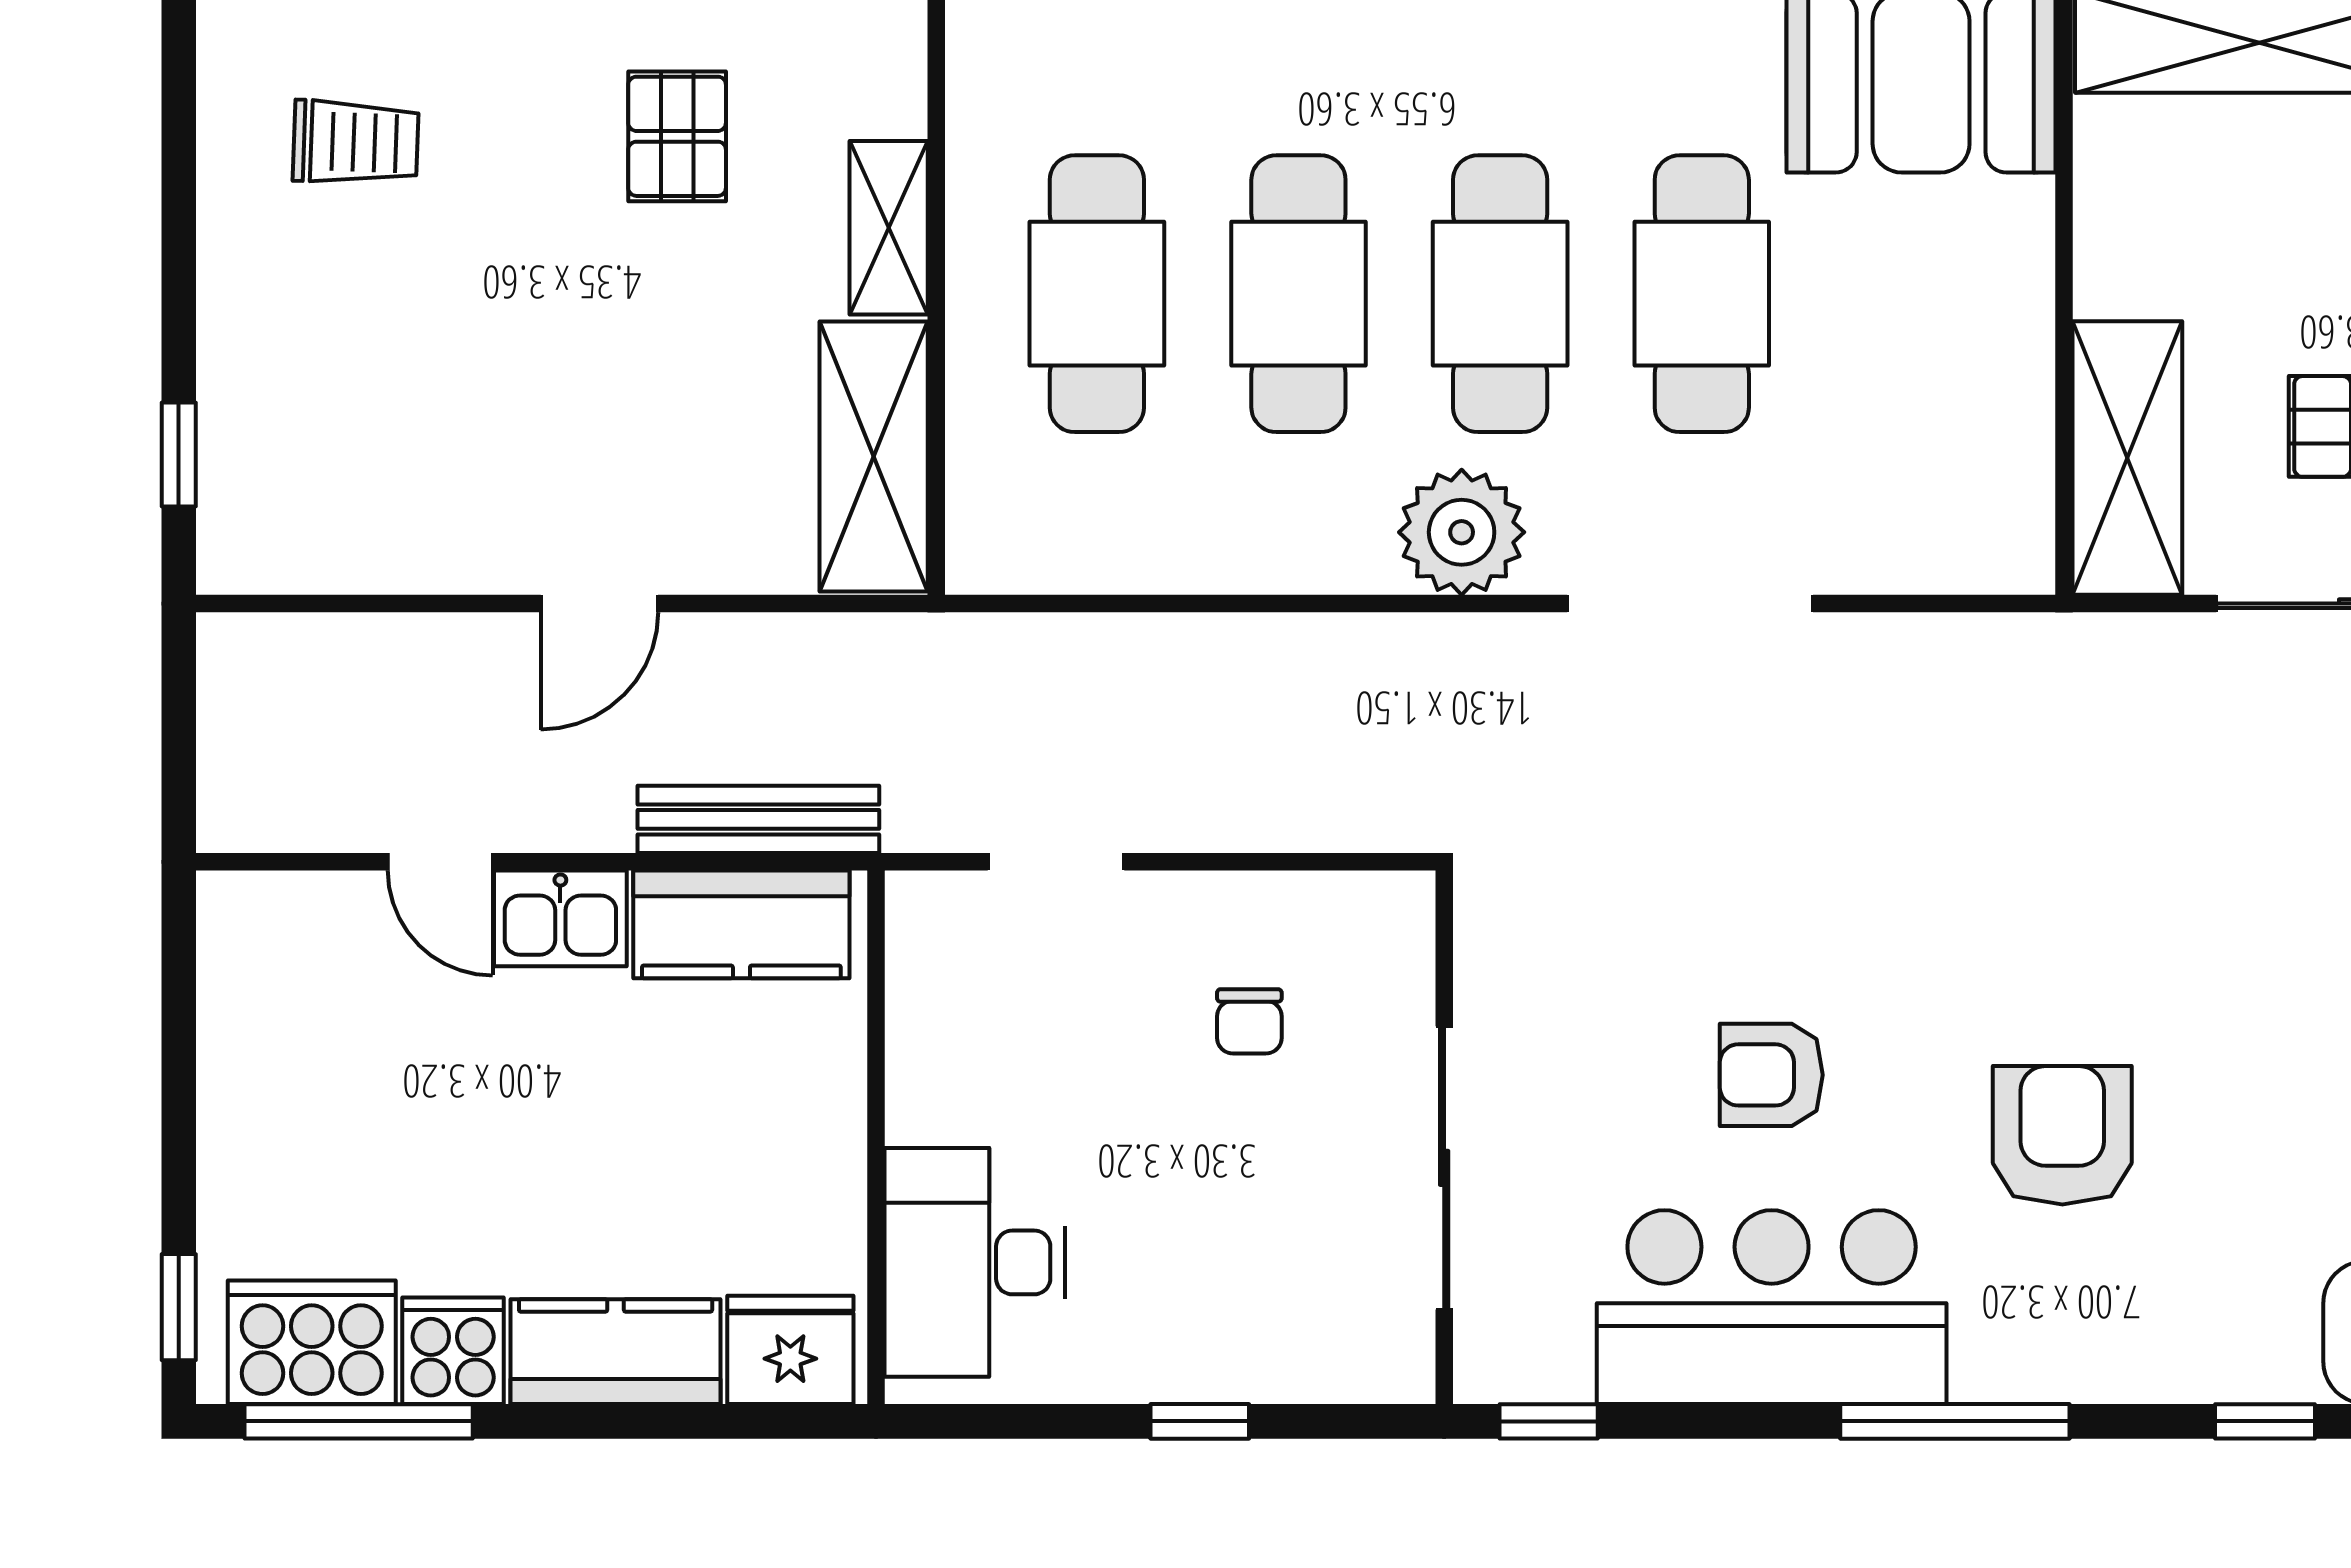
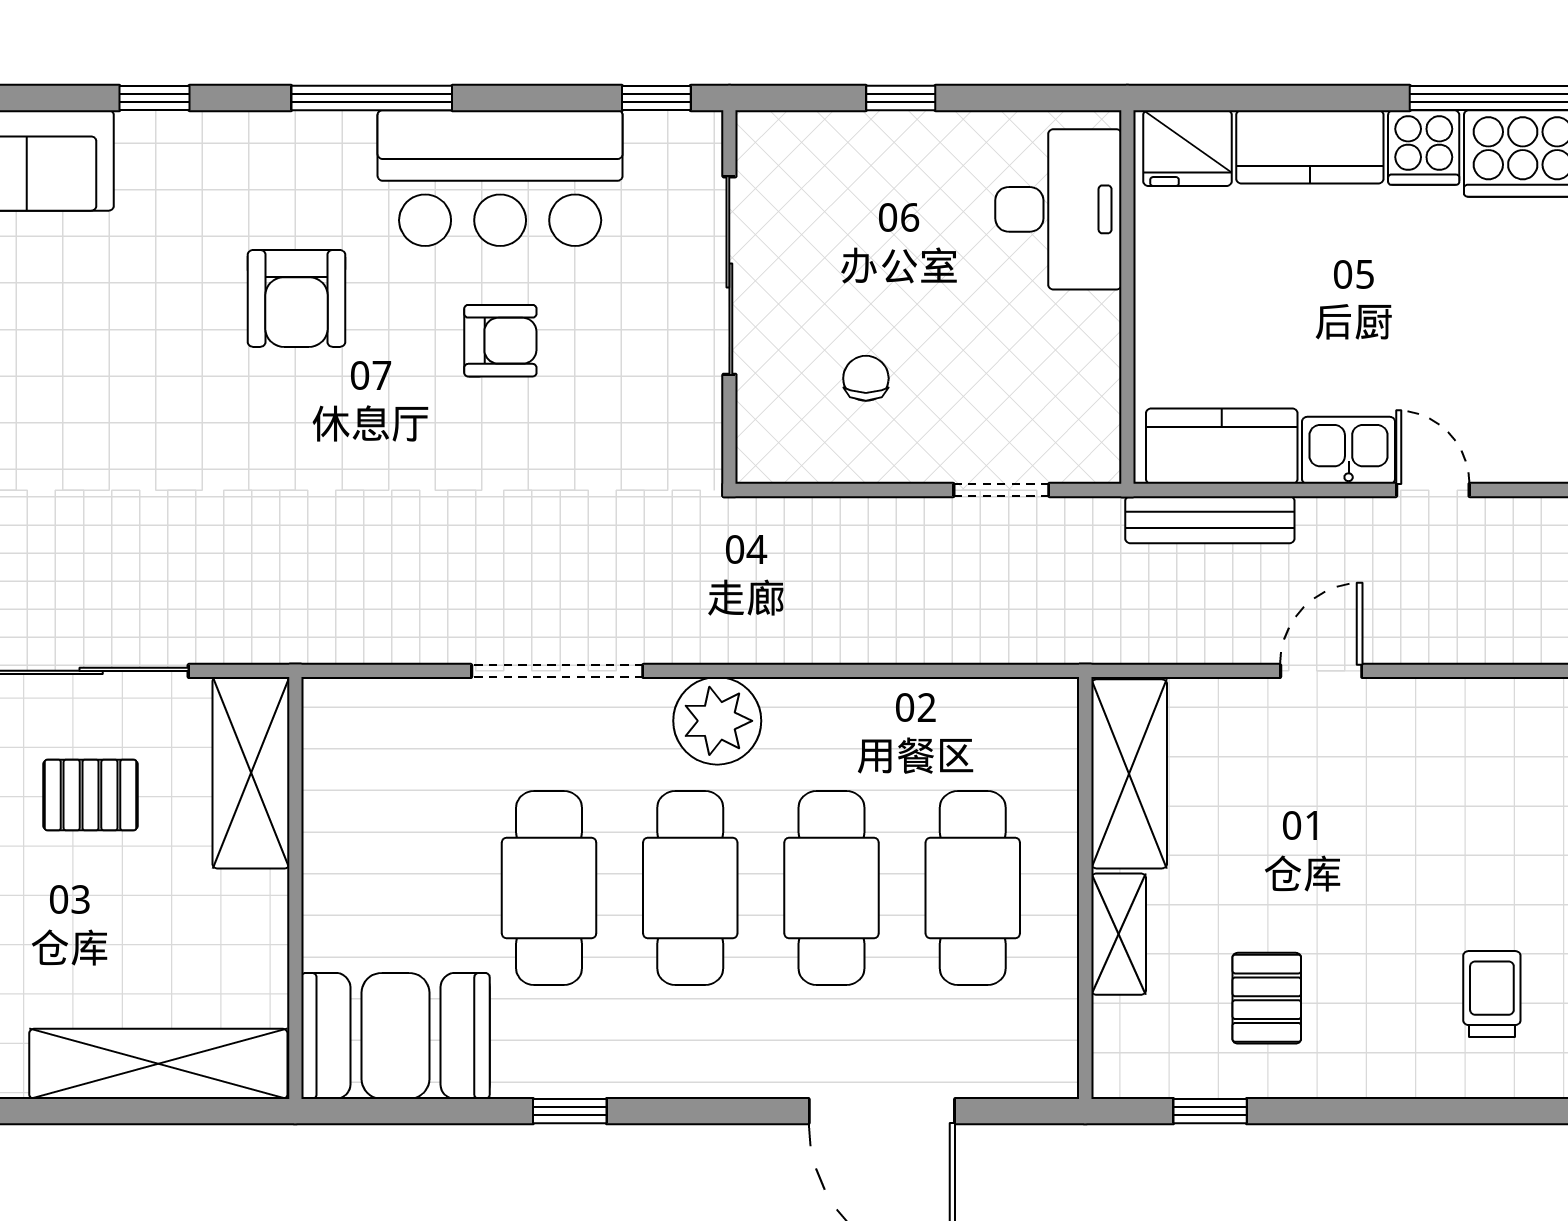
trolley: (356, 142) -> (1492, 994), turned 88

